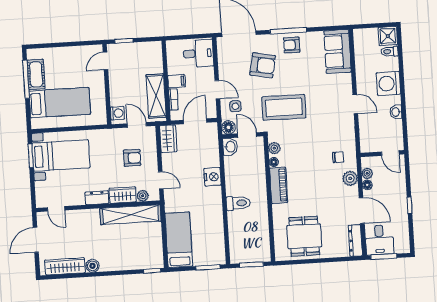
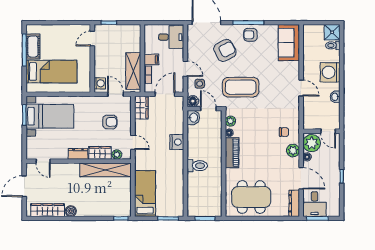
armchair: (263, 65) -> (225, 50), turned -38
plant: (367, 173) -> (312, 143), width x1.87, depth x1.87
dining table: (304, 236) -> (251, 197), width x1.38

